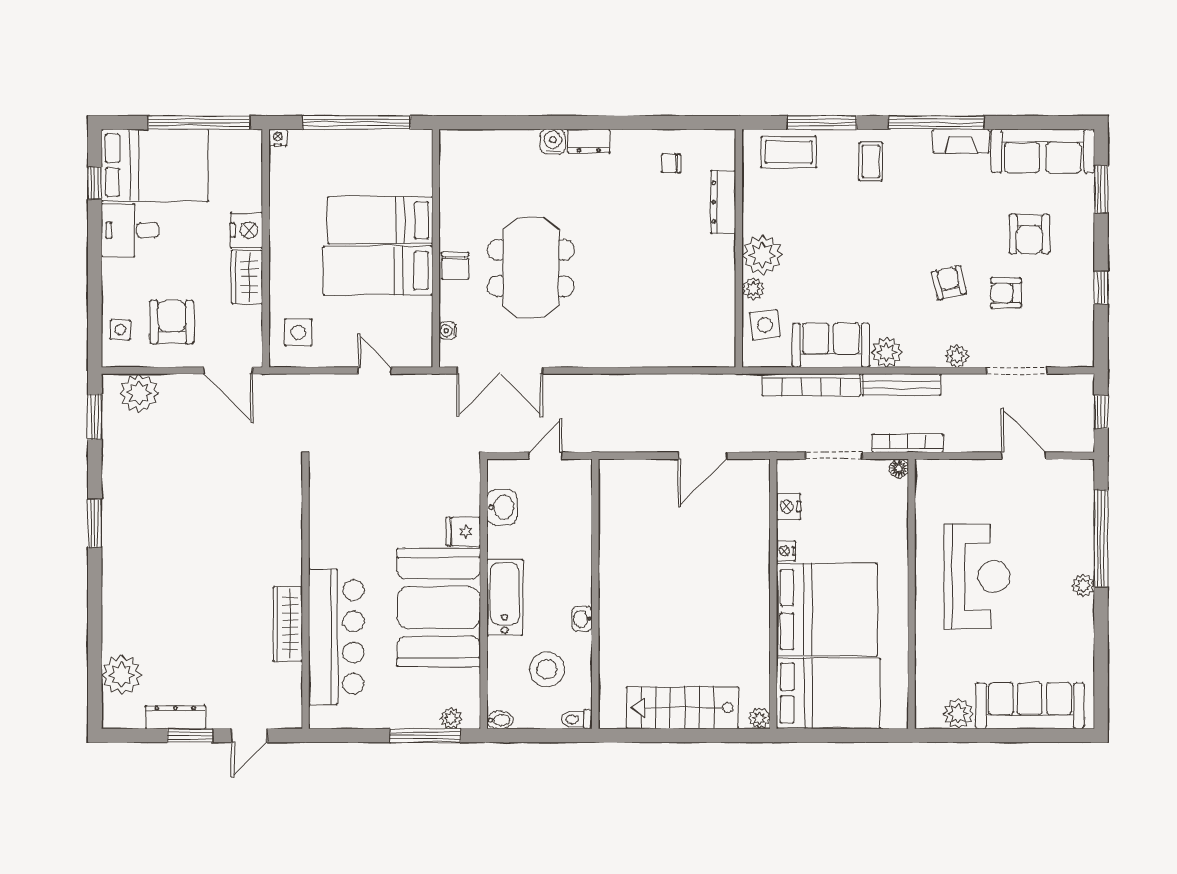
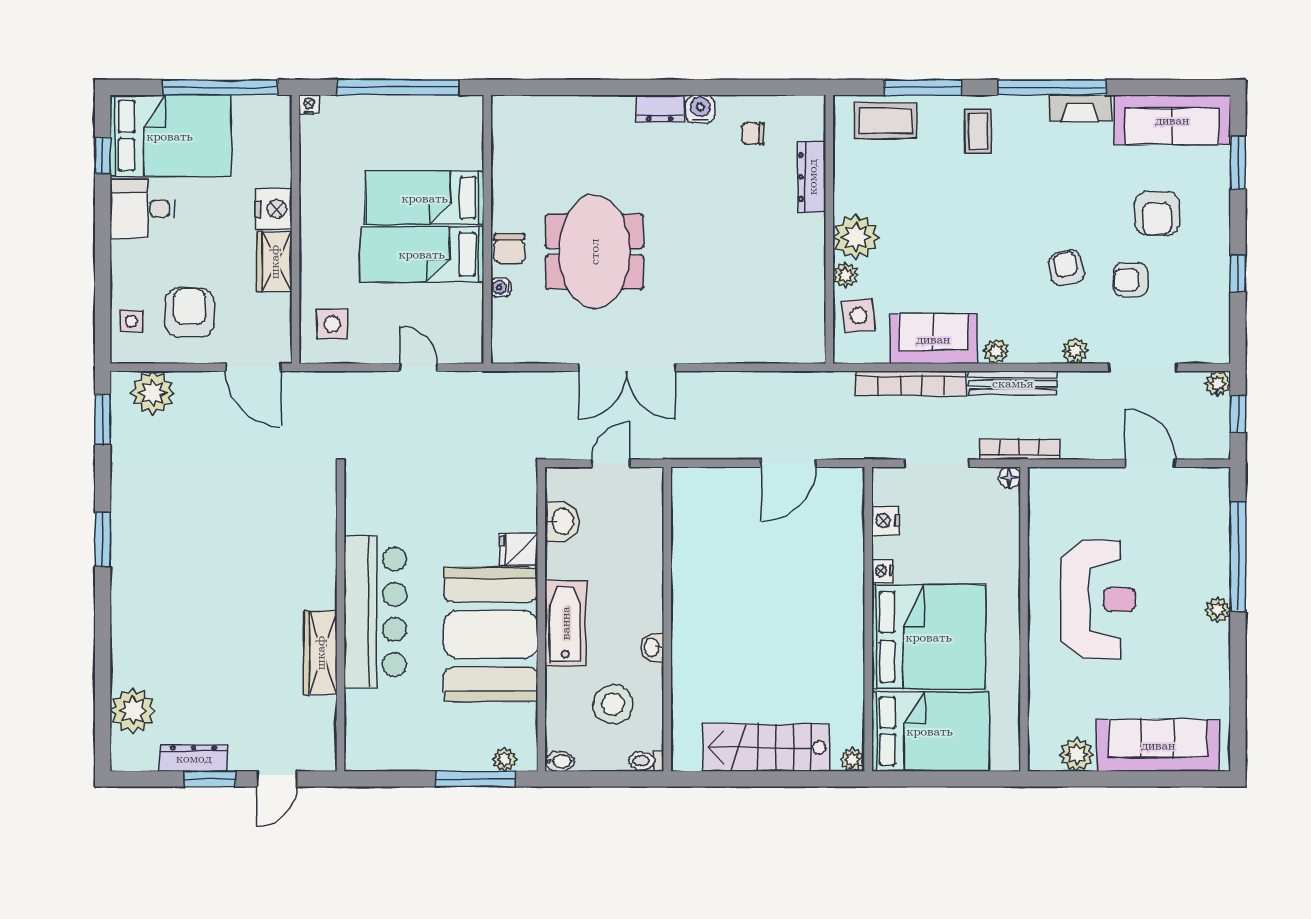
water cooler: (553, 142) -> (700, 109), moved
water cooler: (447, 331) -> (501, 287), moved
plant: (887, 352) -> (996, 351), width x0.73, depth x0.73
double door: (500, 371) -> (627, 367), moved
plant: (1083, 385) -> (1218, 384), added
bar counter: (336, 637) -> (375, 612), moved

